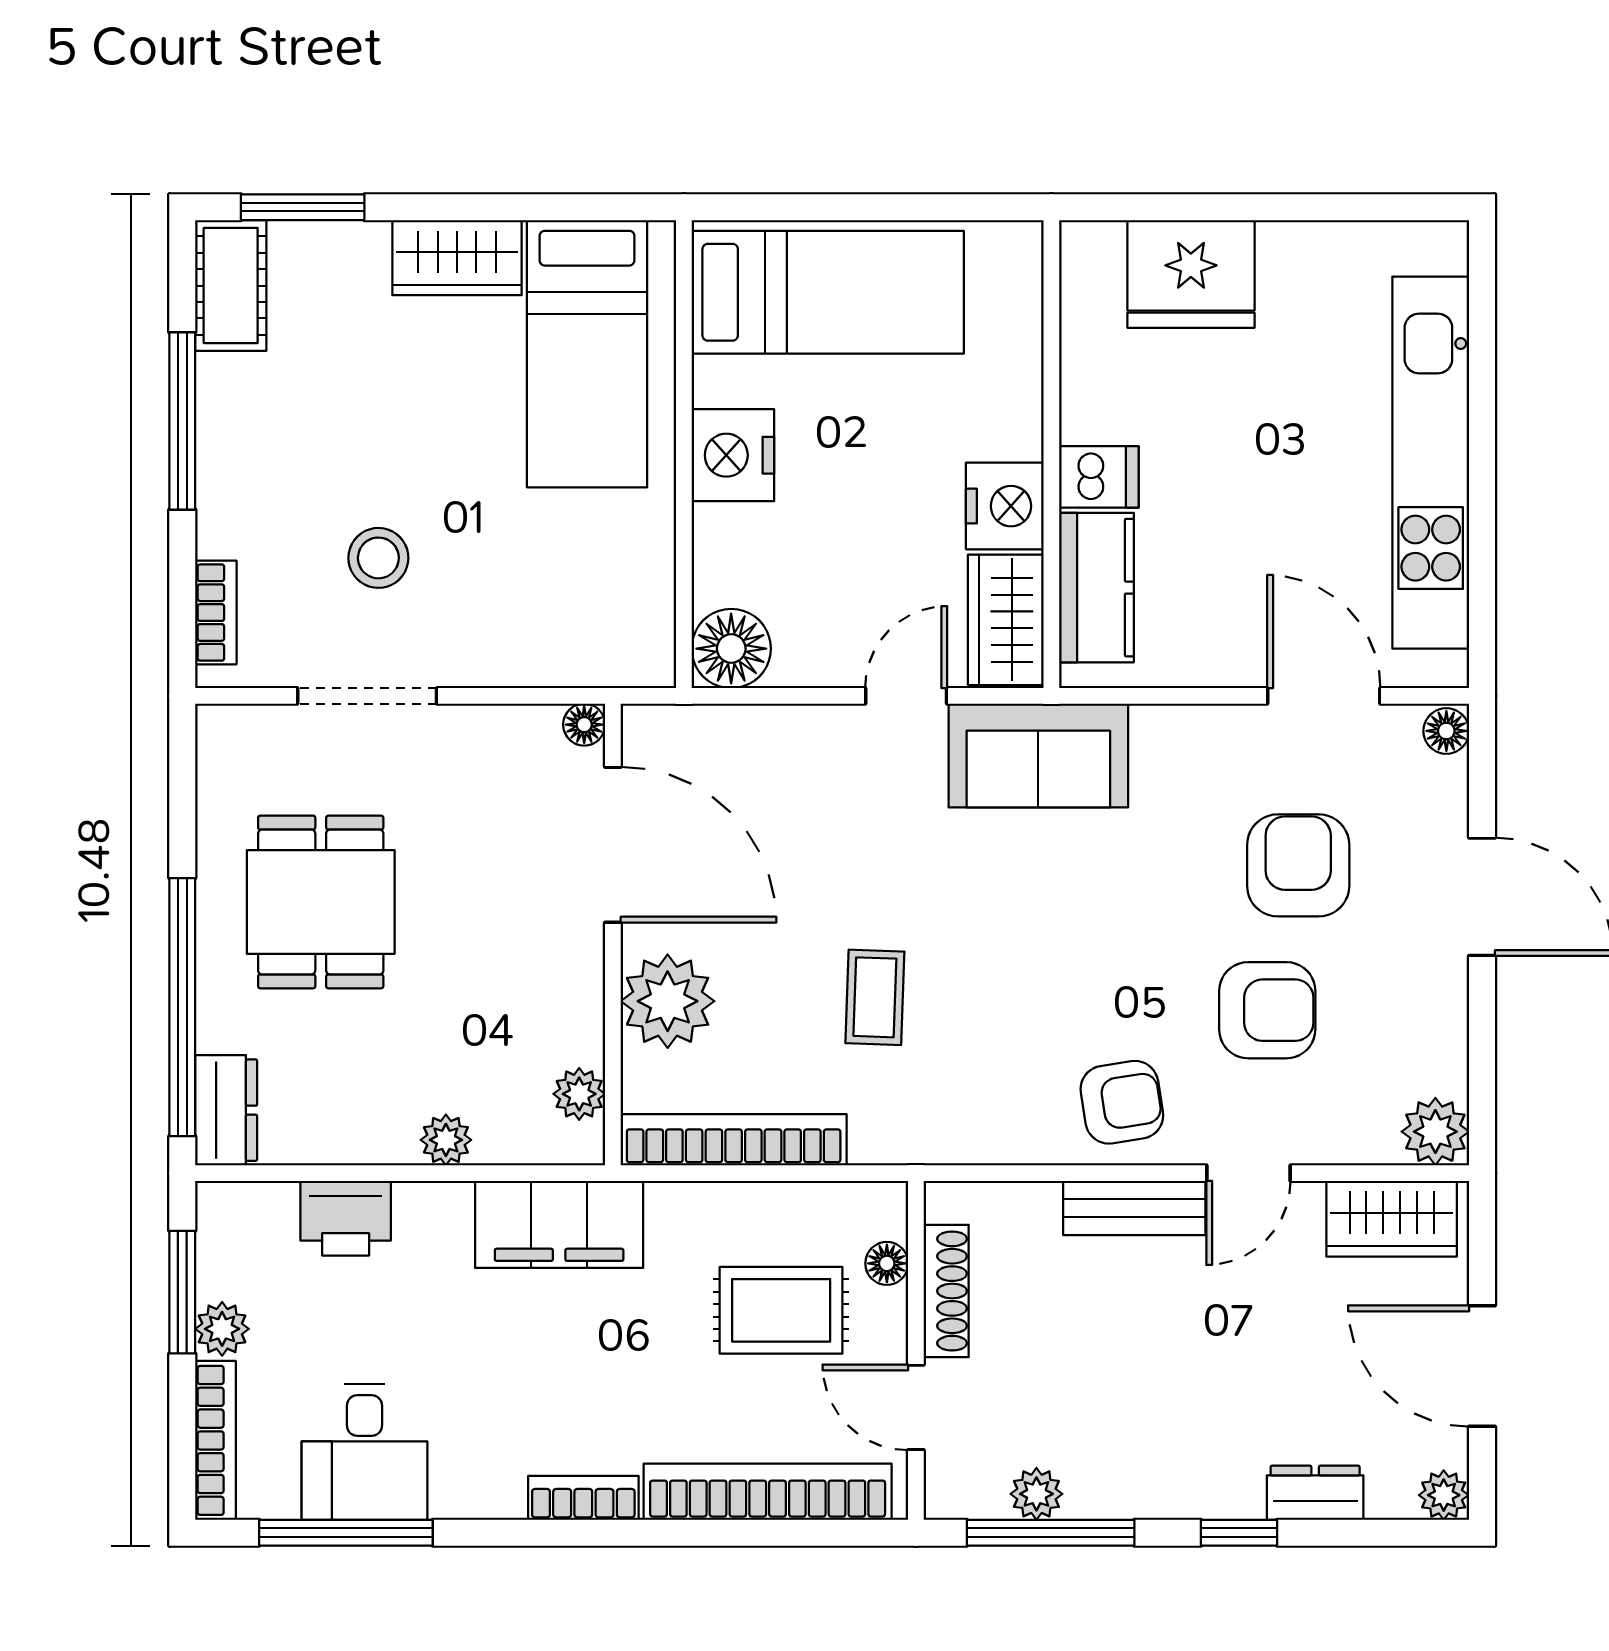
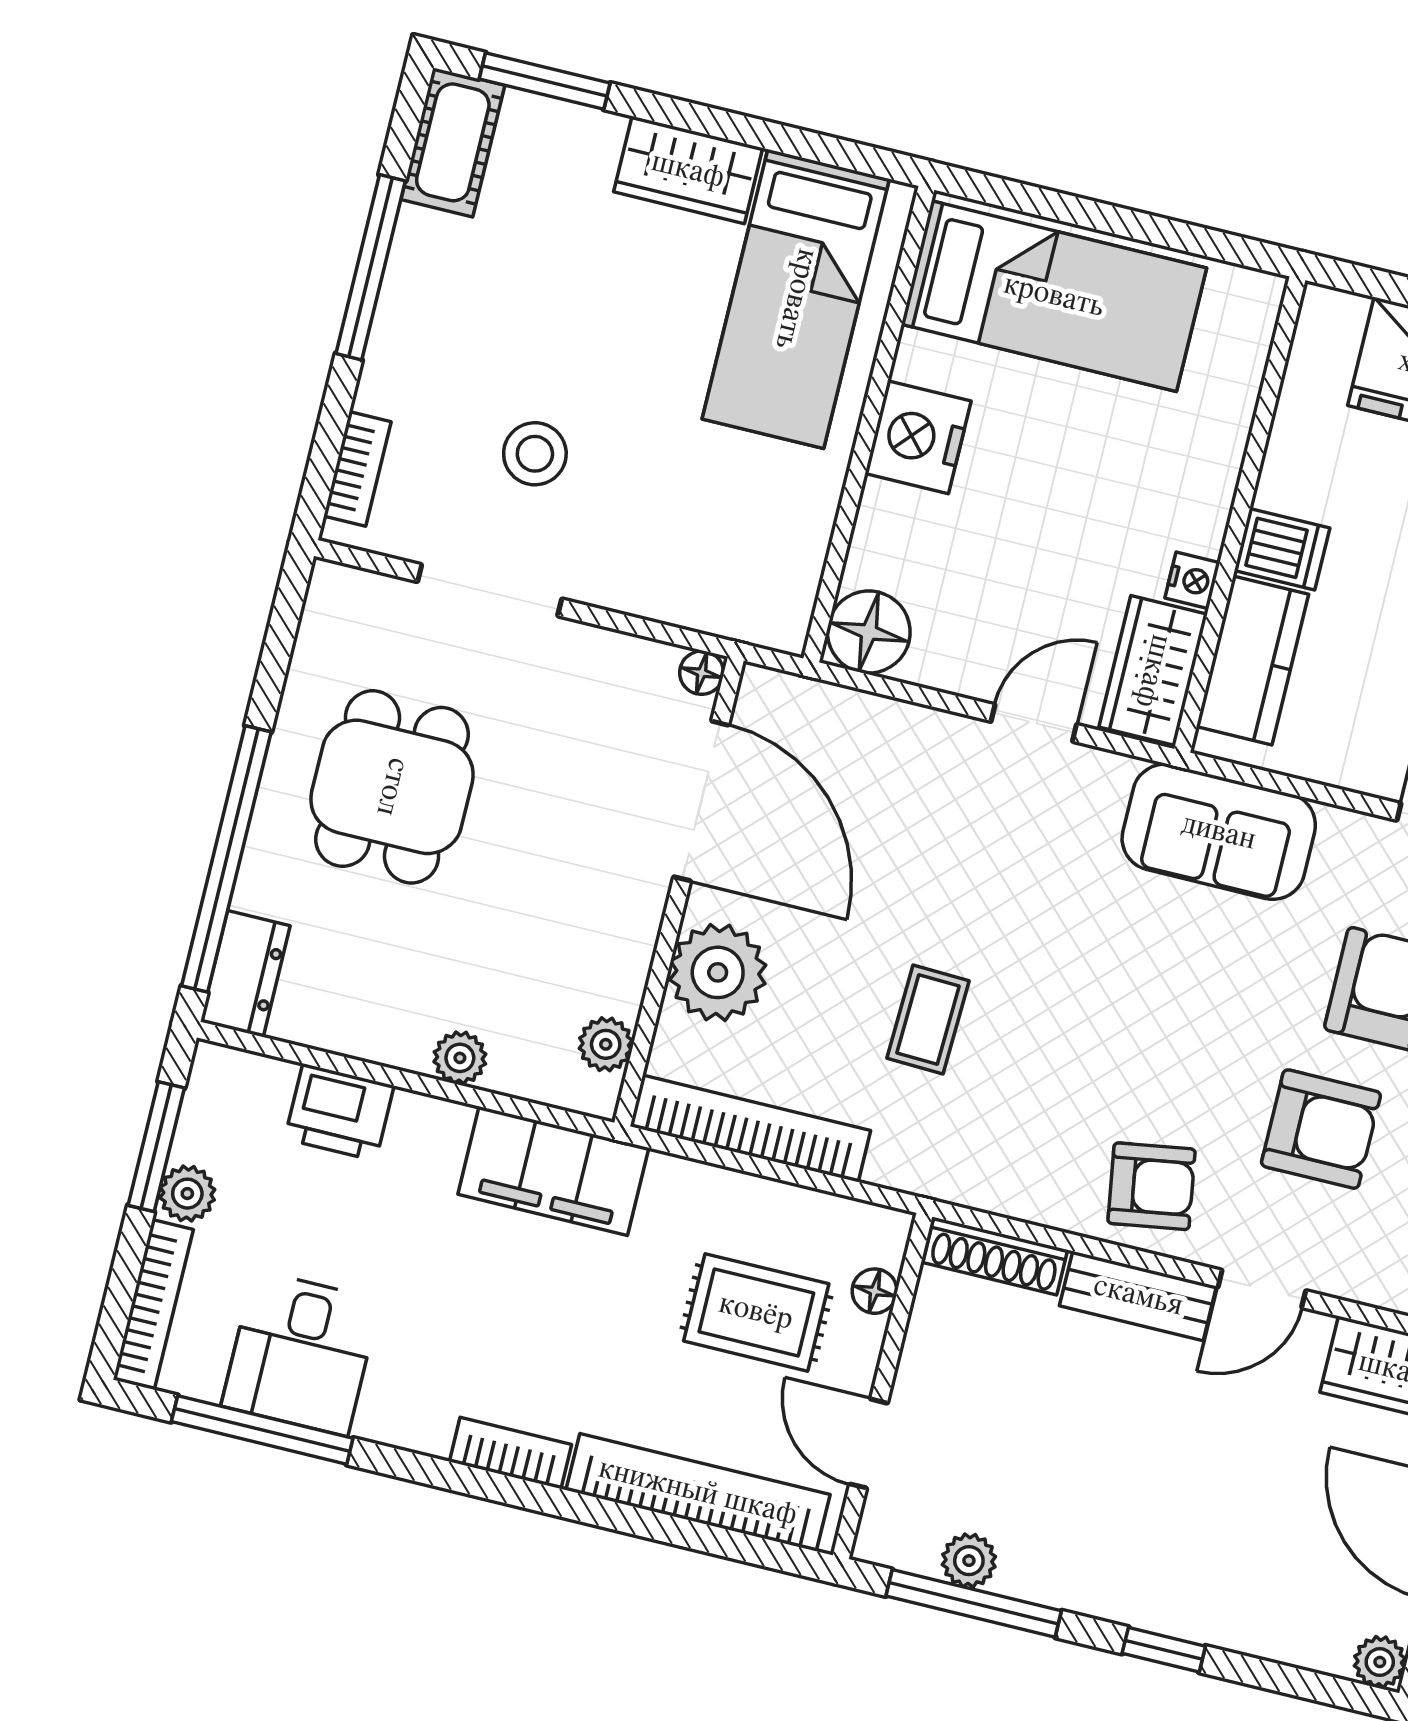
nightstand: (1005, 506) -> (1192, 580), width x0.53, depth x0.56
sofa: (1038, 756) -> (1219, 832), moved
shoe rack: (946, 1291) -> (995, 1256), moved, turned 90
dresser: (1315, 1493) -> (1251, 1628), removed

